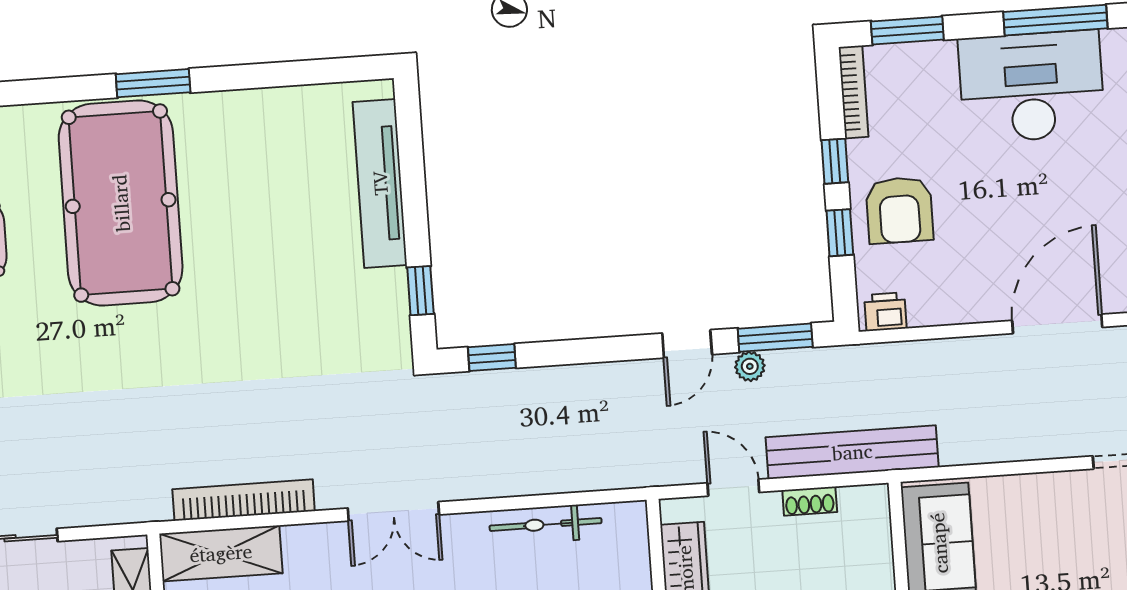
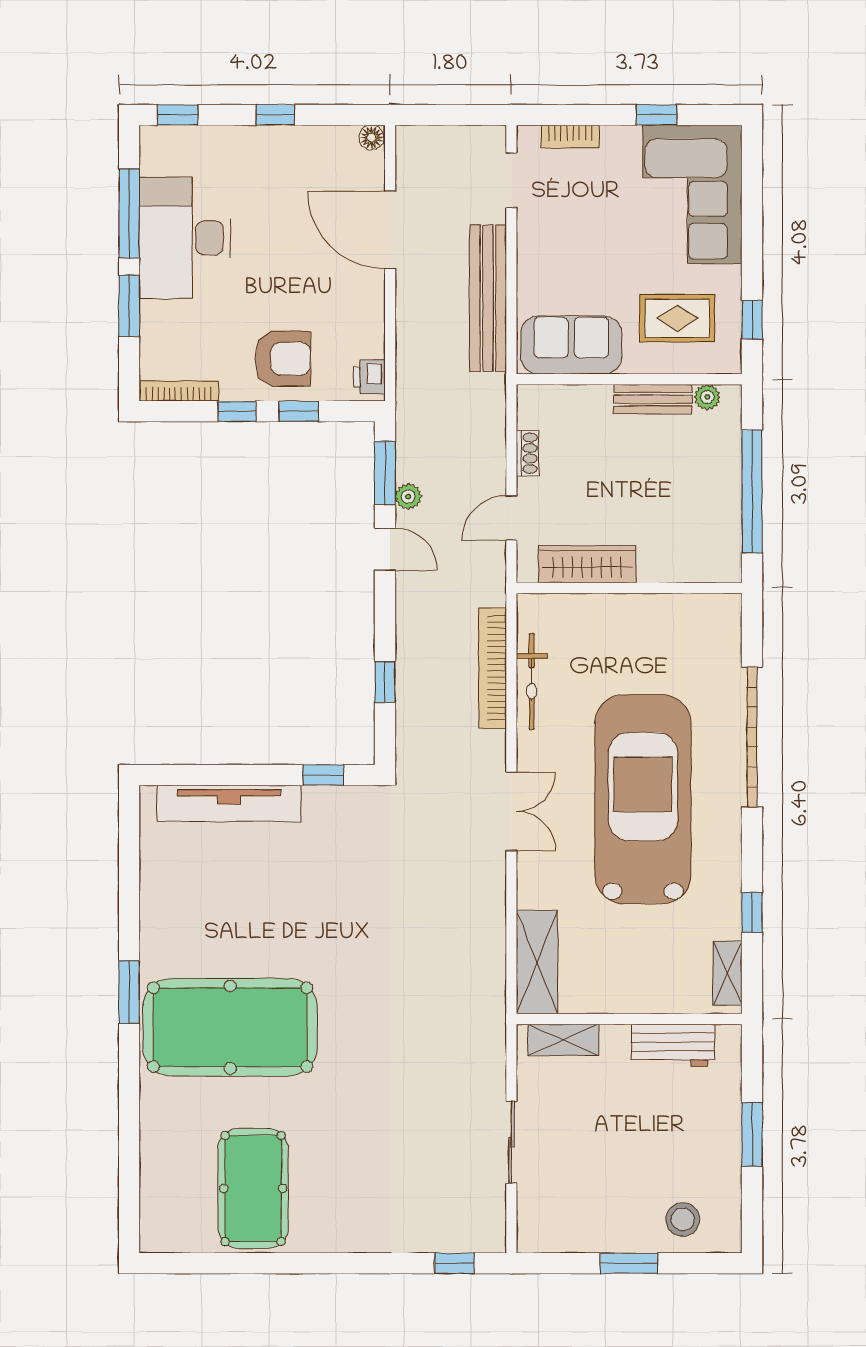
window: (907, 30) -> (129, 306), moved
window: (492, 358) -> (385, 682), moved
bench: (852, 452) -> (488, 298), moved
bookcase: (244, 500) -> (493, 668), moved

